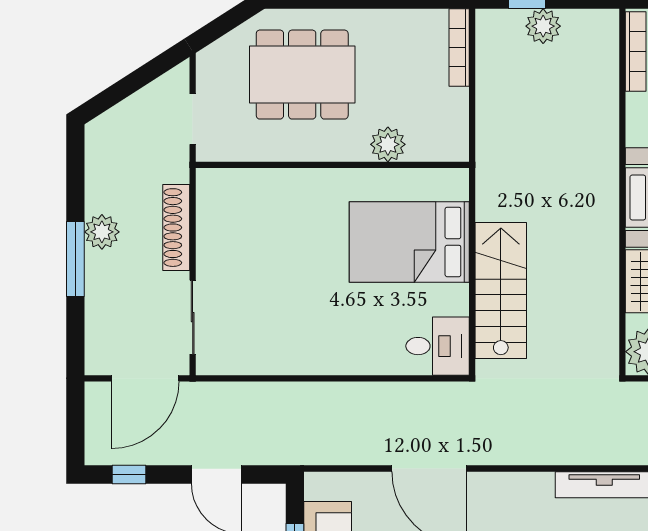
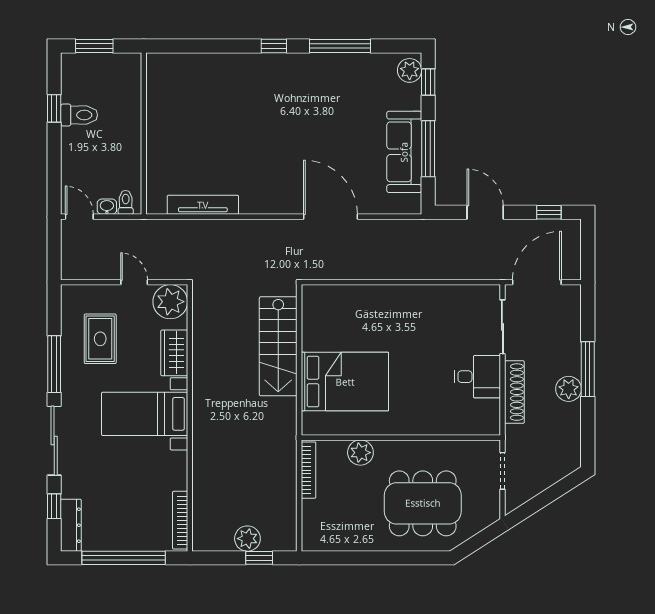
bookcase: (459, 47) -> (308, 470), moved
desk: (438, 346) -> (477, 377), moved, turned 180

